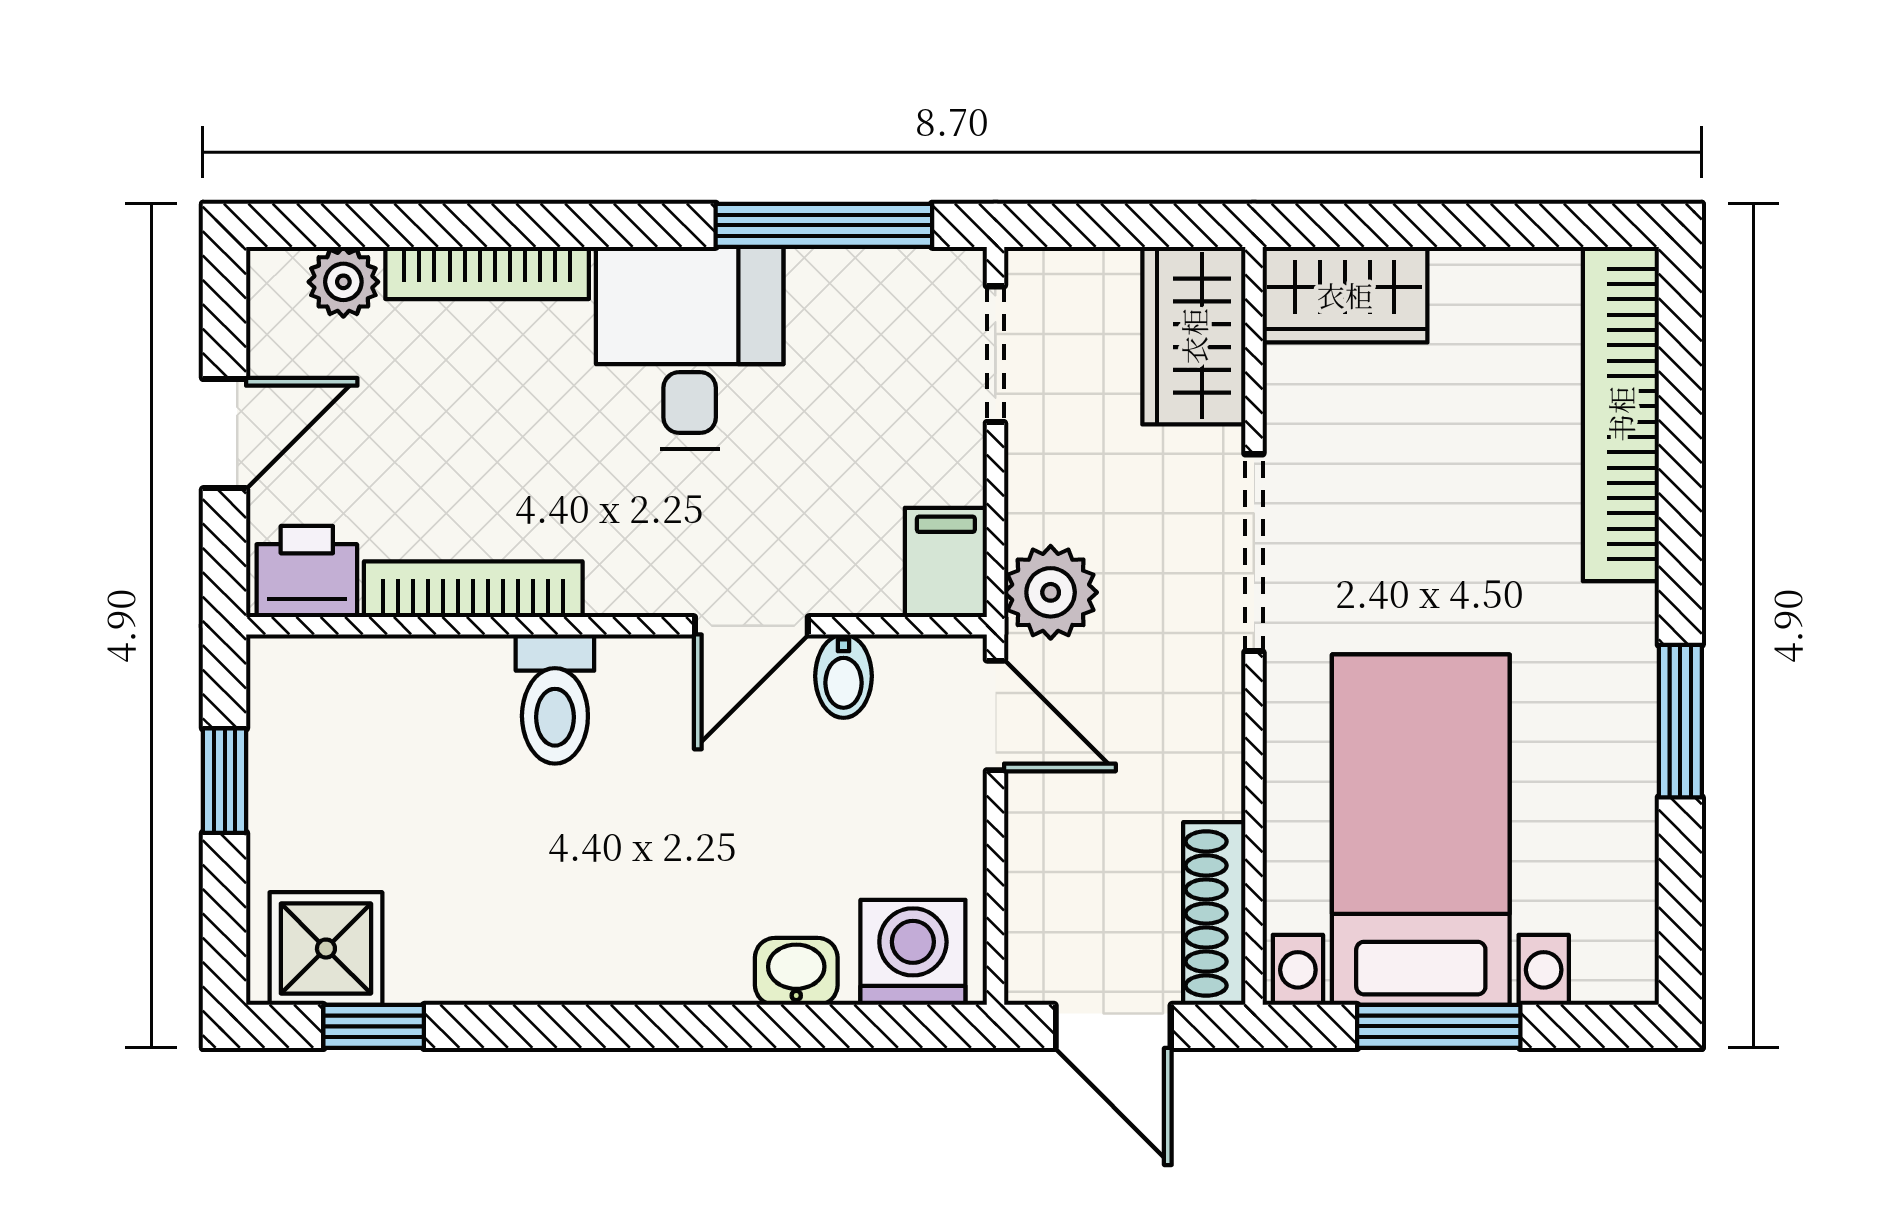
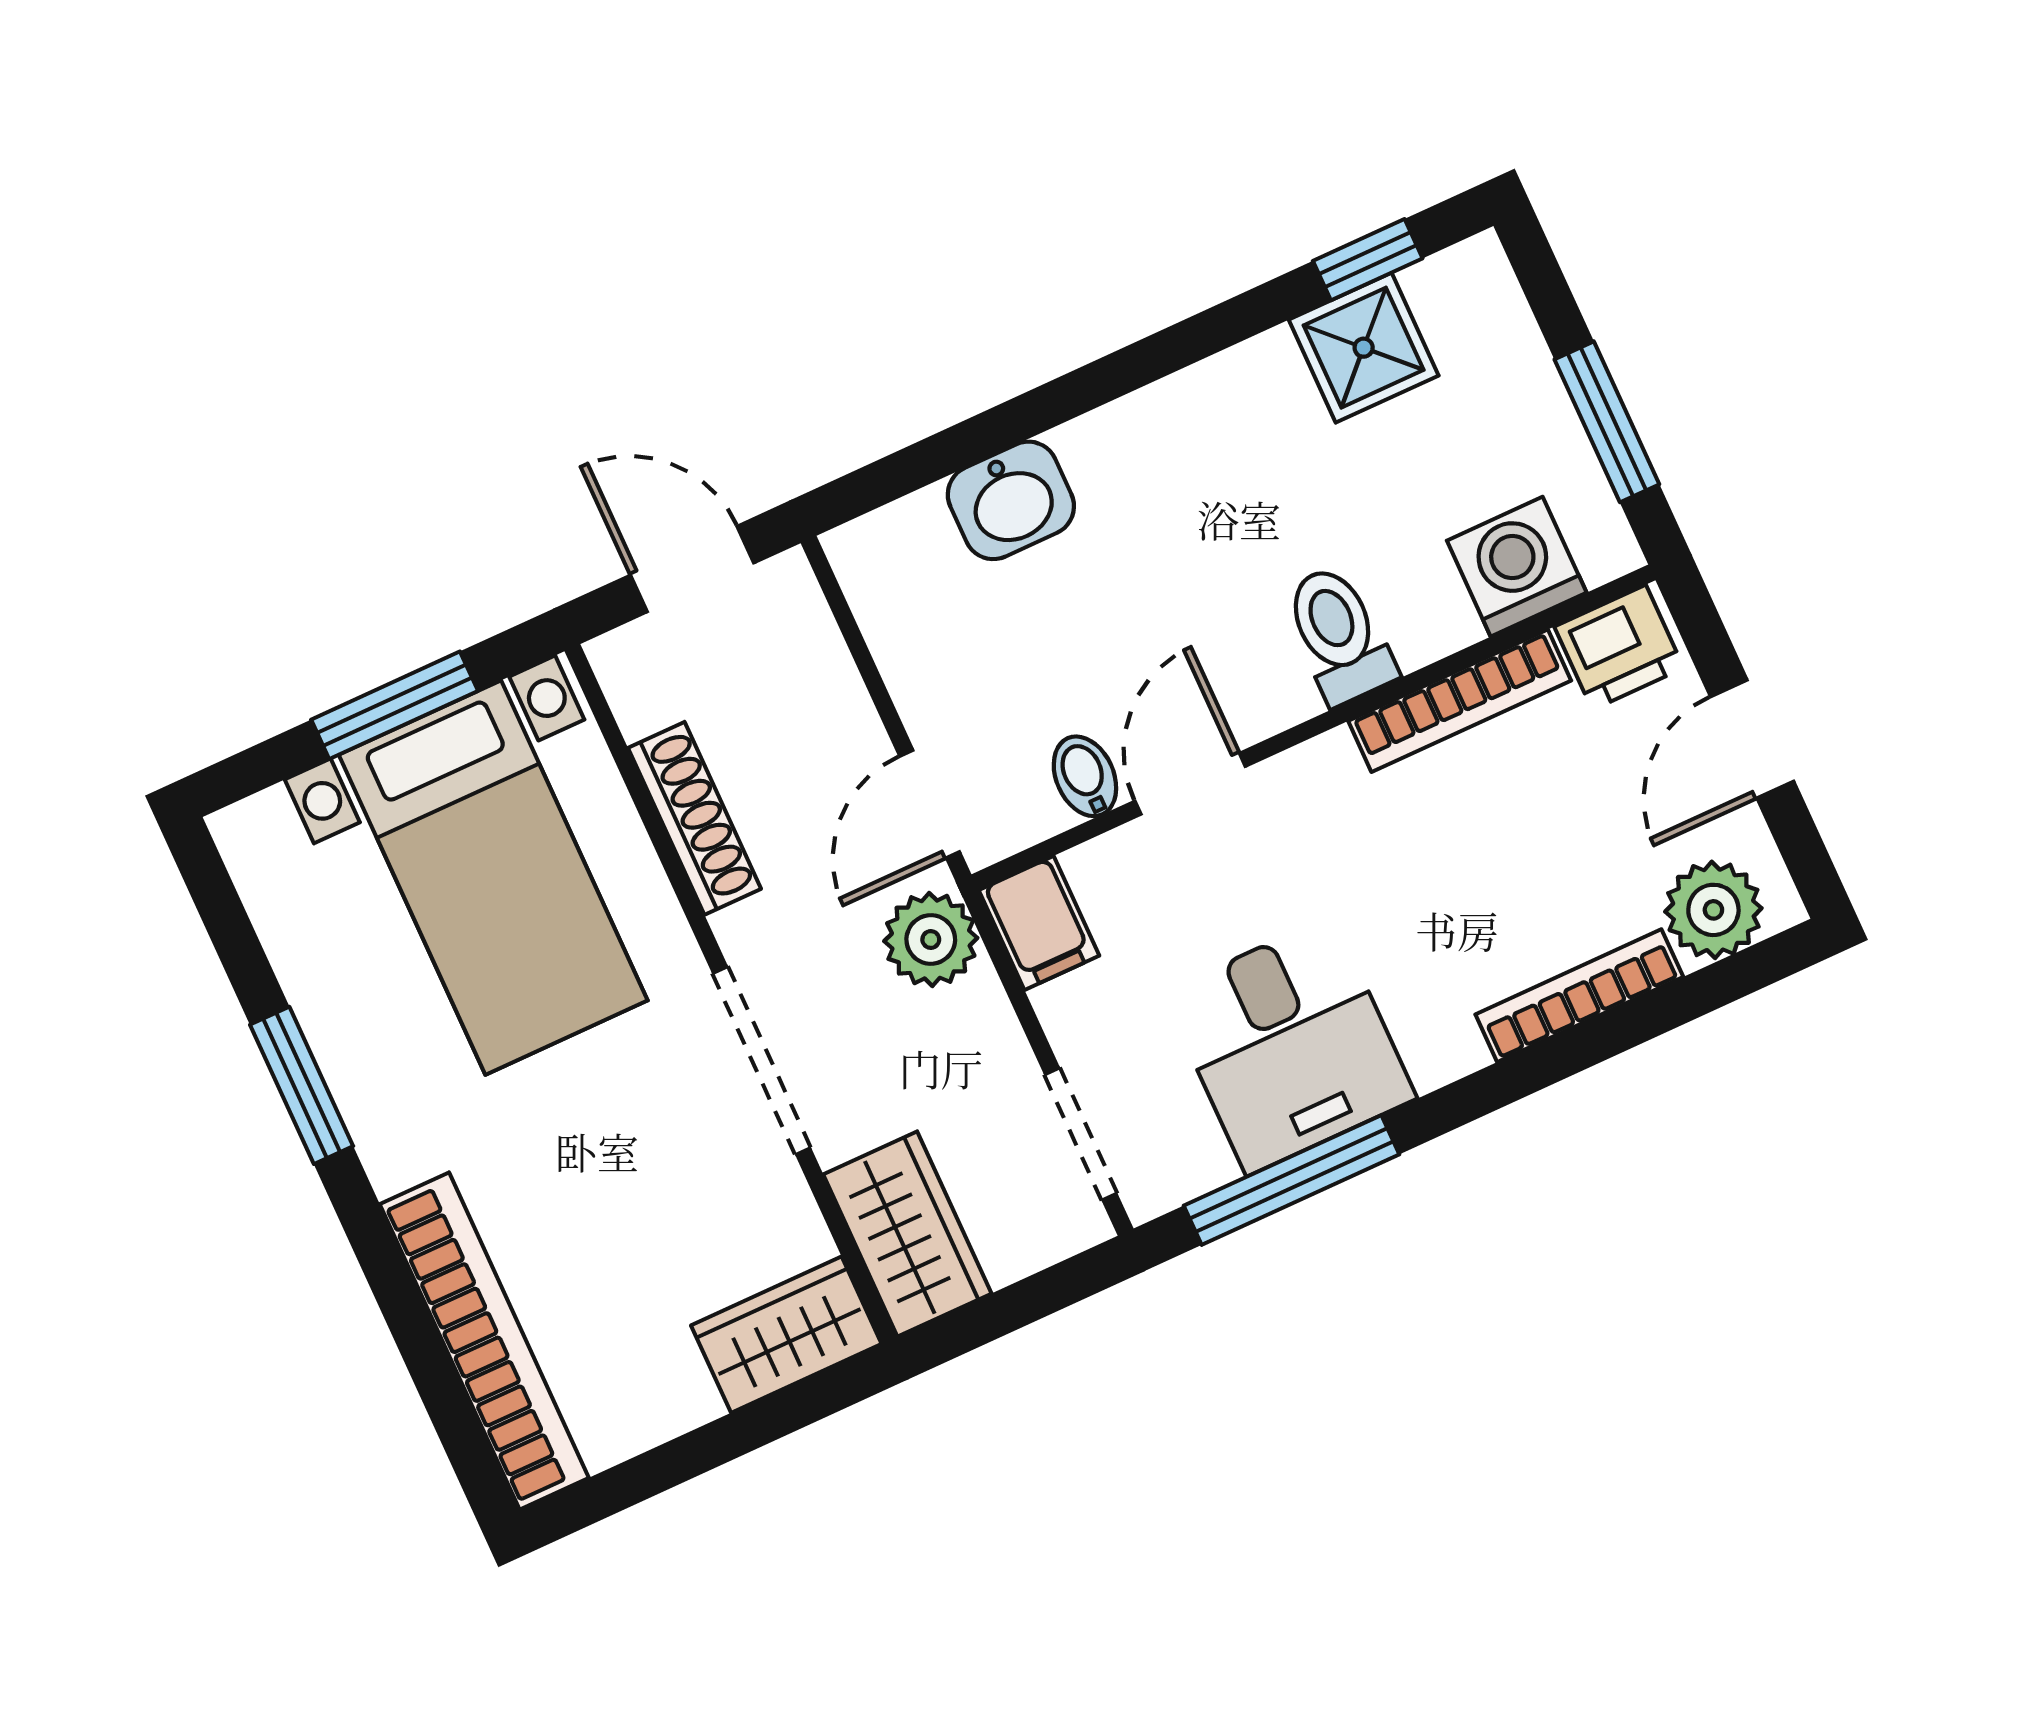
plant: (343, 282) -> (1713, 910), width x1.38, depth x1.38
desk: (690, 348) -> (1290, 1045), moved
door: (995, 715) -> (930, 804), hinge flipped
window: (225, 781) -> (1607, 422), width x1.50
shoe rack: (1214, 913) -> (694, 818), moved
shower: (326, 949) -> (1364, 348), moved
washing machine: (913, 952) -> (1517, 567), moved, turned 180
washbasin: (796, 971) -> (1011, 500), width x1.38, depth x1.45

